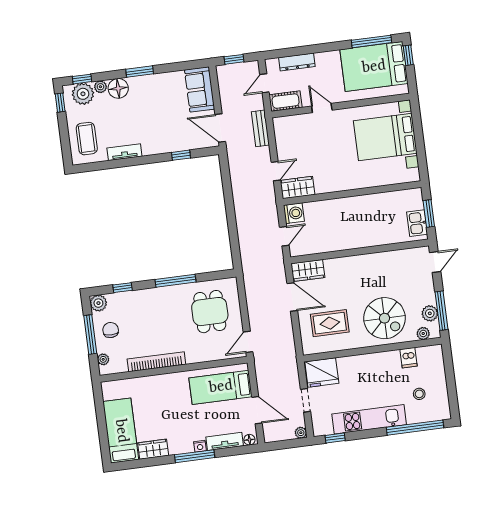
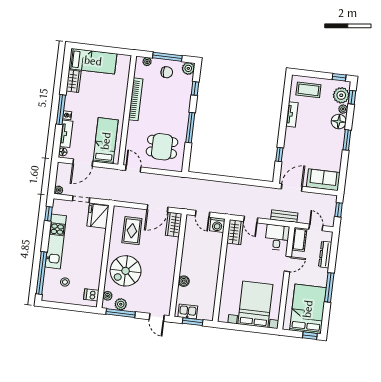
window: (372, 41) -> (329, 287), moved
desk: (290, 131) -> (277, 237), added
boiler: (379, 238) -> (184, 281), added
dishwasher: (409, 358) -> (91, 295), moved

